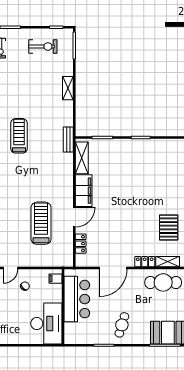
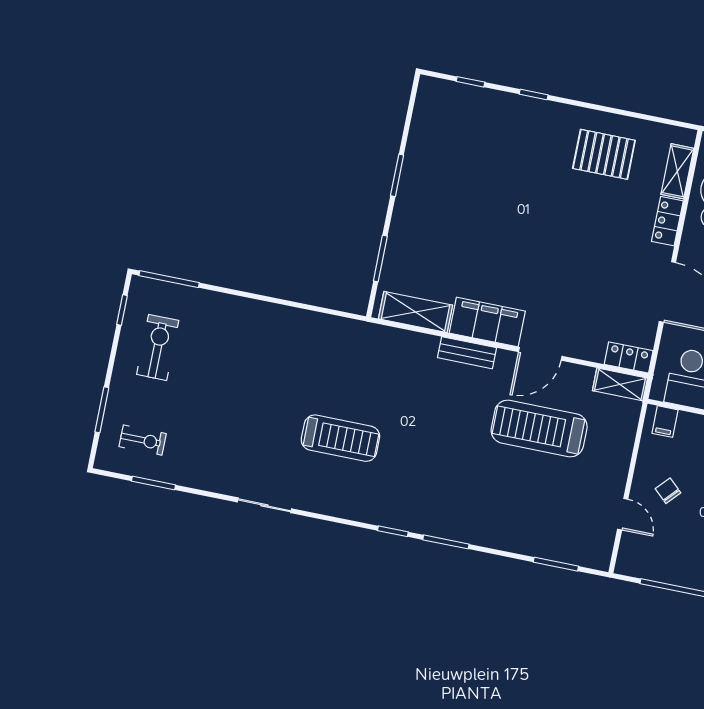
shelving: (68, 88) -> (620, 384), moved
treadmill: (19, 136) -> (340, 438), turned 180
bench: (68, 140) -> (467, 353), moved
door: (74, 217) -> (540, 354), swing flipped
locker: (81, 244) -> (629, 358), moved

